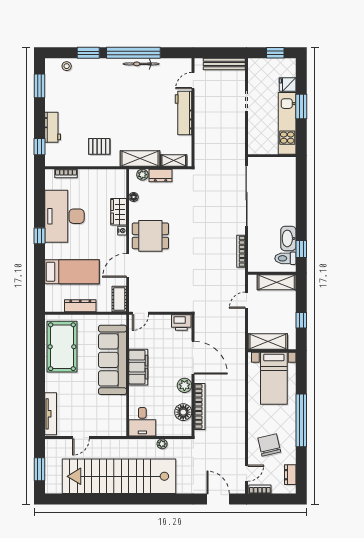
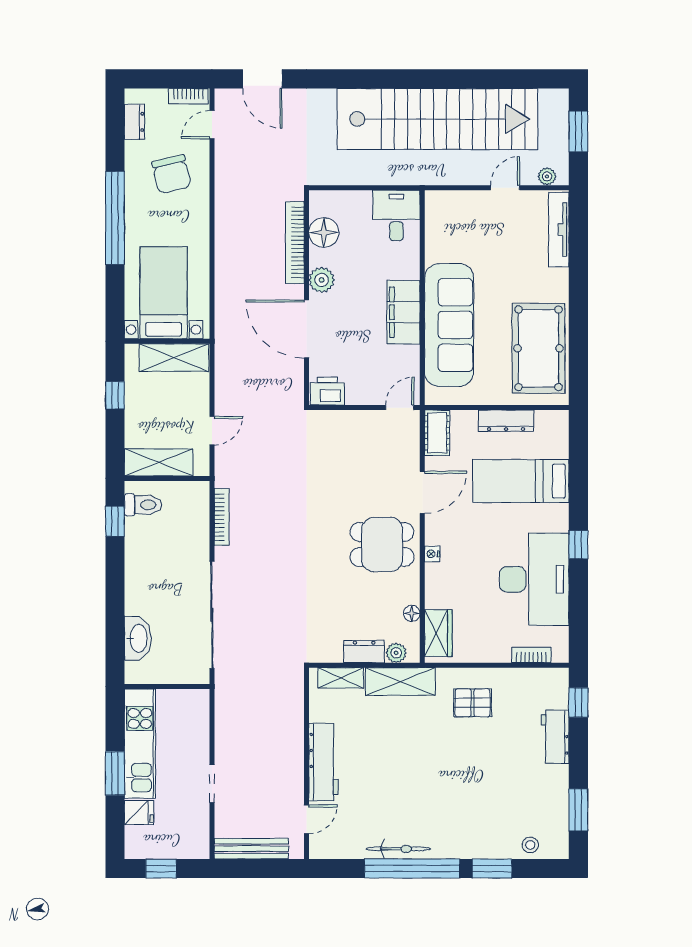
wardrobe: (119, 212) -> (438, 633), moved
washbasin: (288, 238) -> (138, 638), moved
plant: (162, 444) -> (547, 176), moved

